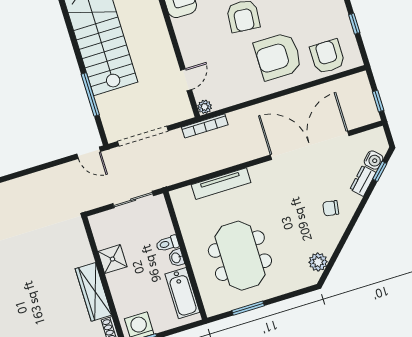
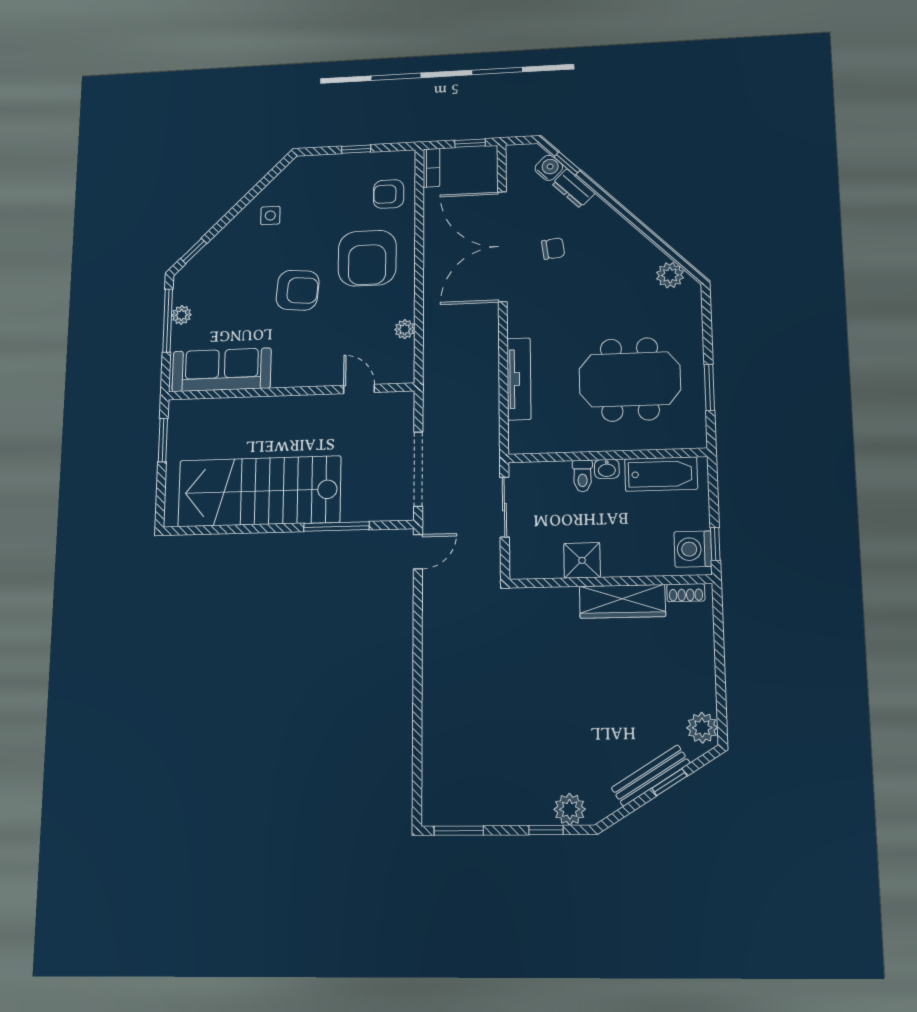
armchair: (327, 56) -> (389, 194), width x0.72, depth x0.72
plant: (205, 107) -> (405, 329), moved
bookcase: (205, 126) -> (431, 168), moved, width x0.64
chair: (331, 208) -> (553, 249), moved, turned -106

